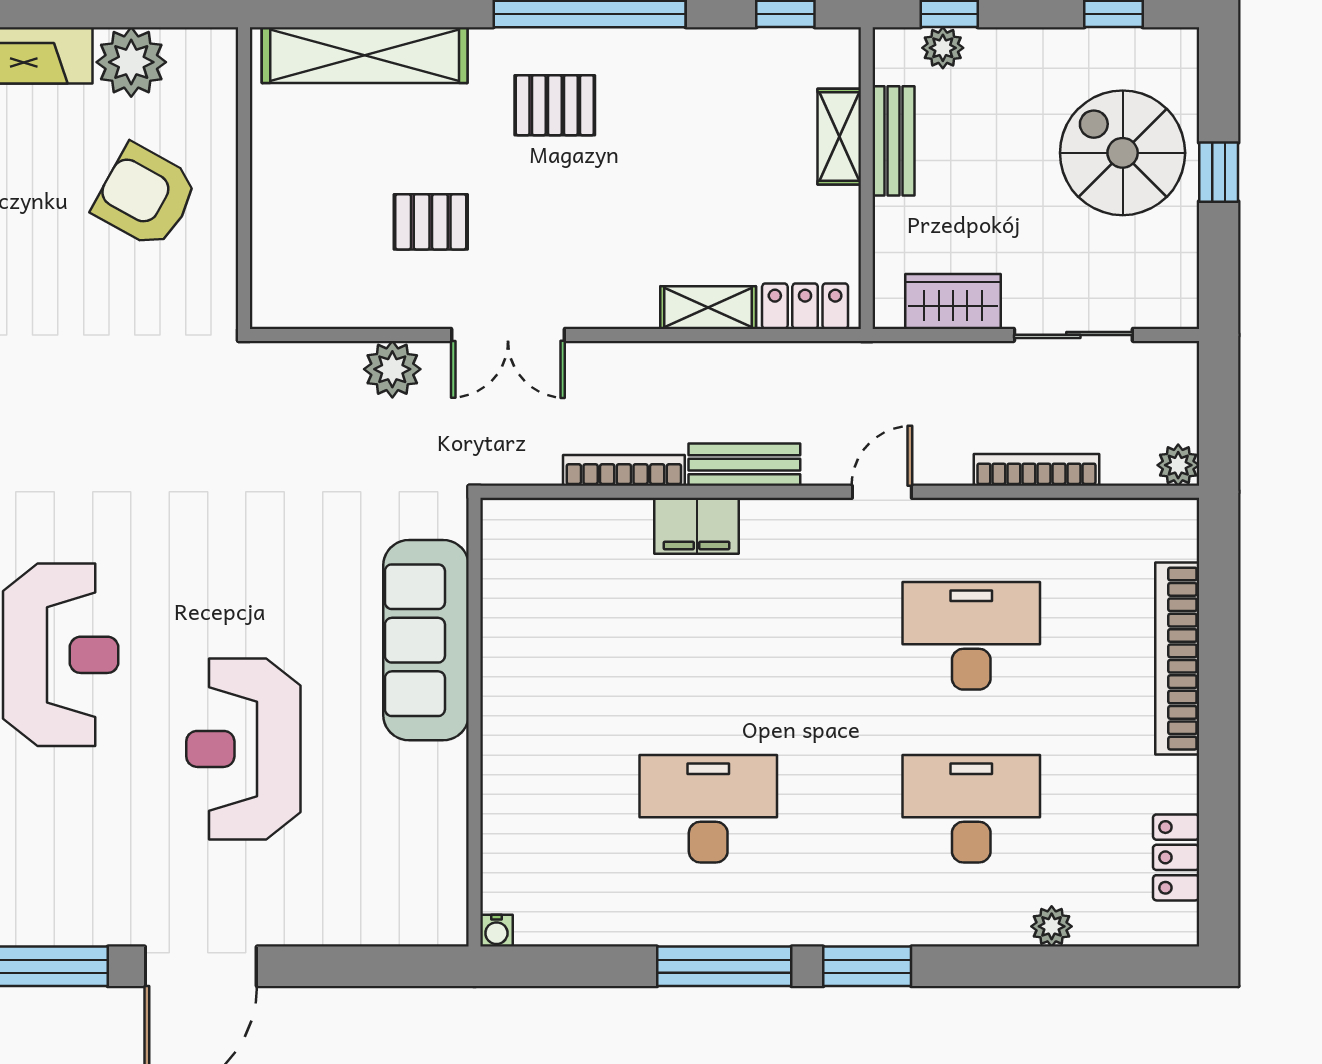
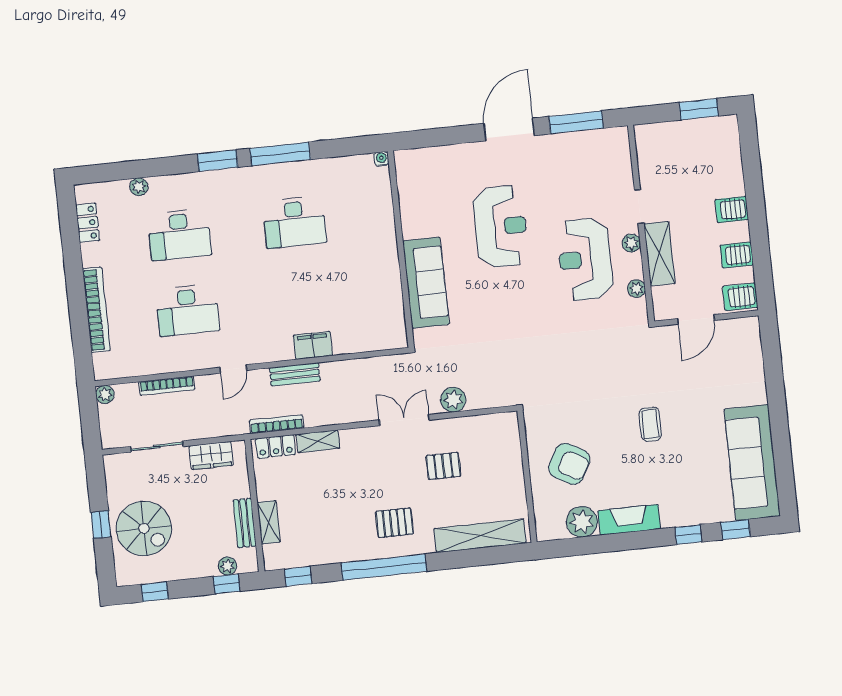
bookcase: (624, 470) -> (277, 424), moved, turned 180

